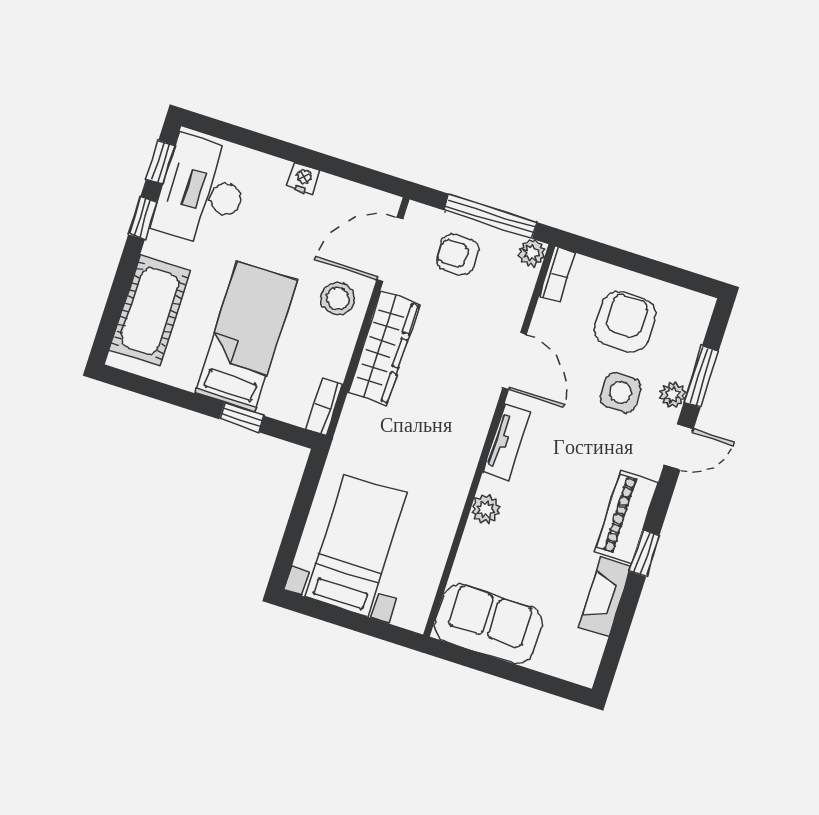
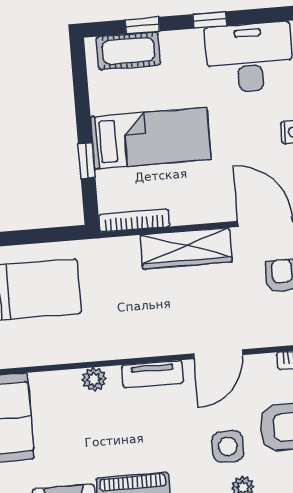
window: (161, 162) -> (142, 25), moved
stool: (338, 299) -> (210, 197), removed
cot: (150, 311) -> (128, 51), width x0.73, depth x0.75
bookcase: (324, 407) -> (134, 220), width x1.56

